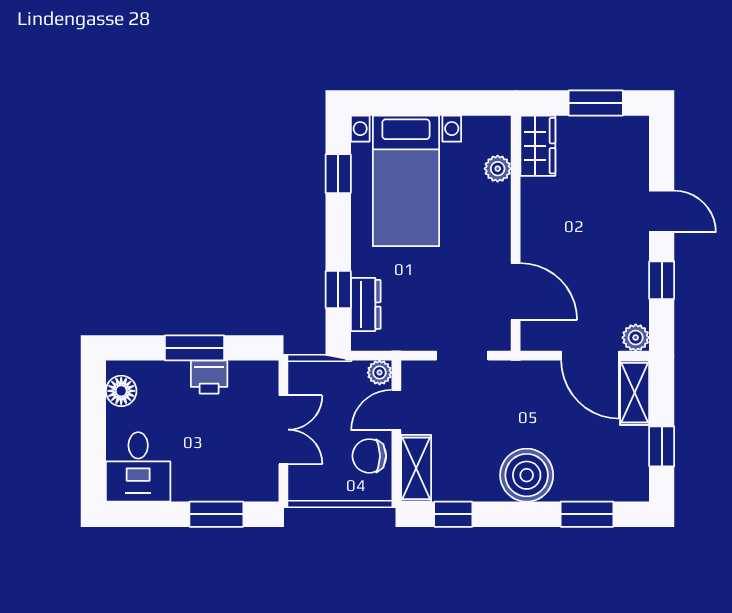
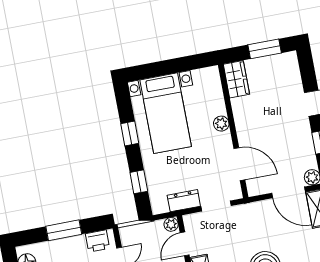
plant: (498, 169) -> (221, 124), moved
window: (338, 174) -> (130, 134), moved
dresser: (366, 304) -> (184, 201), moved, turned -90
printer: (209, 377) -> (98, 241), moved

